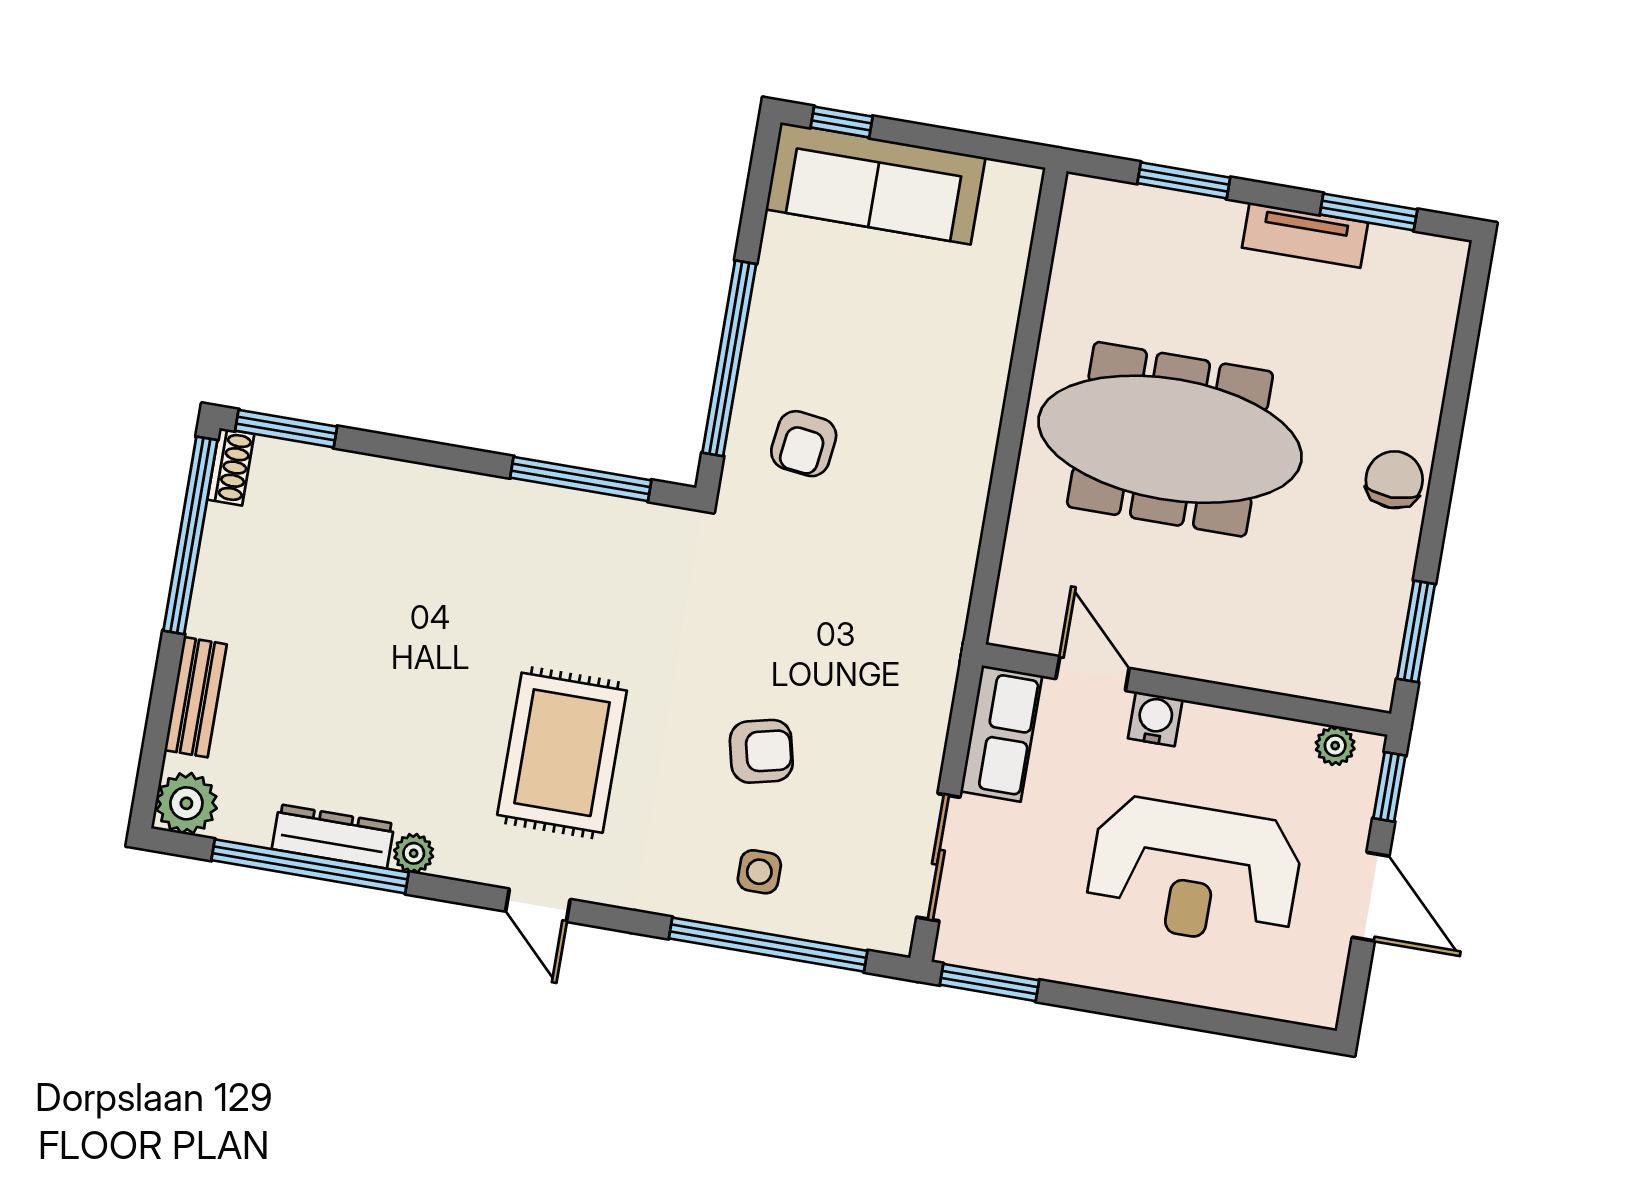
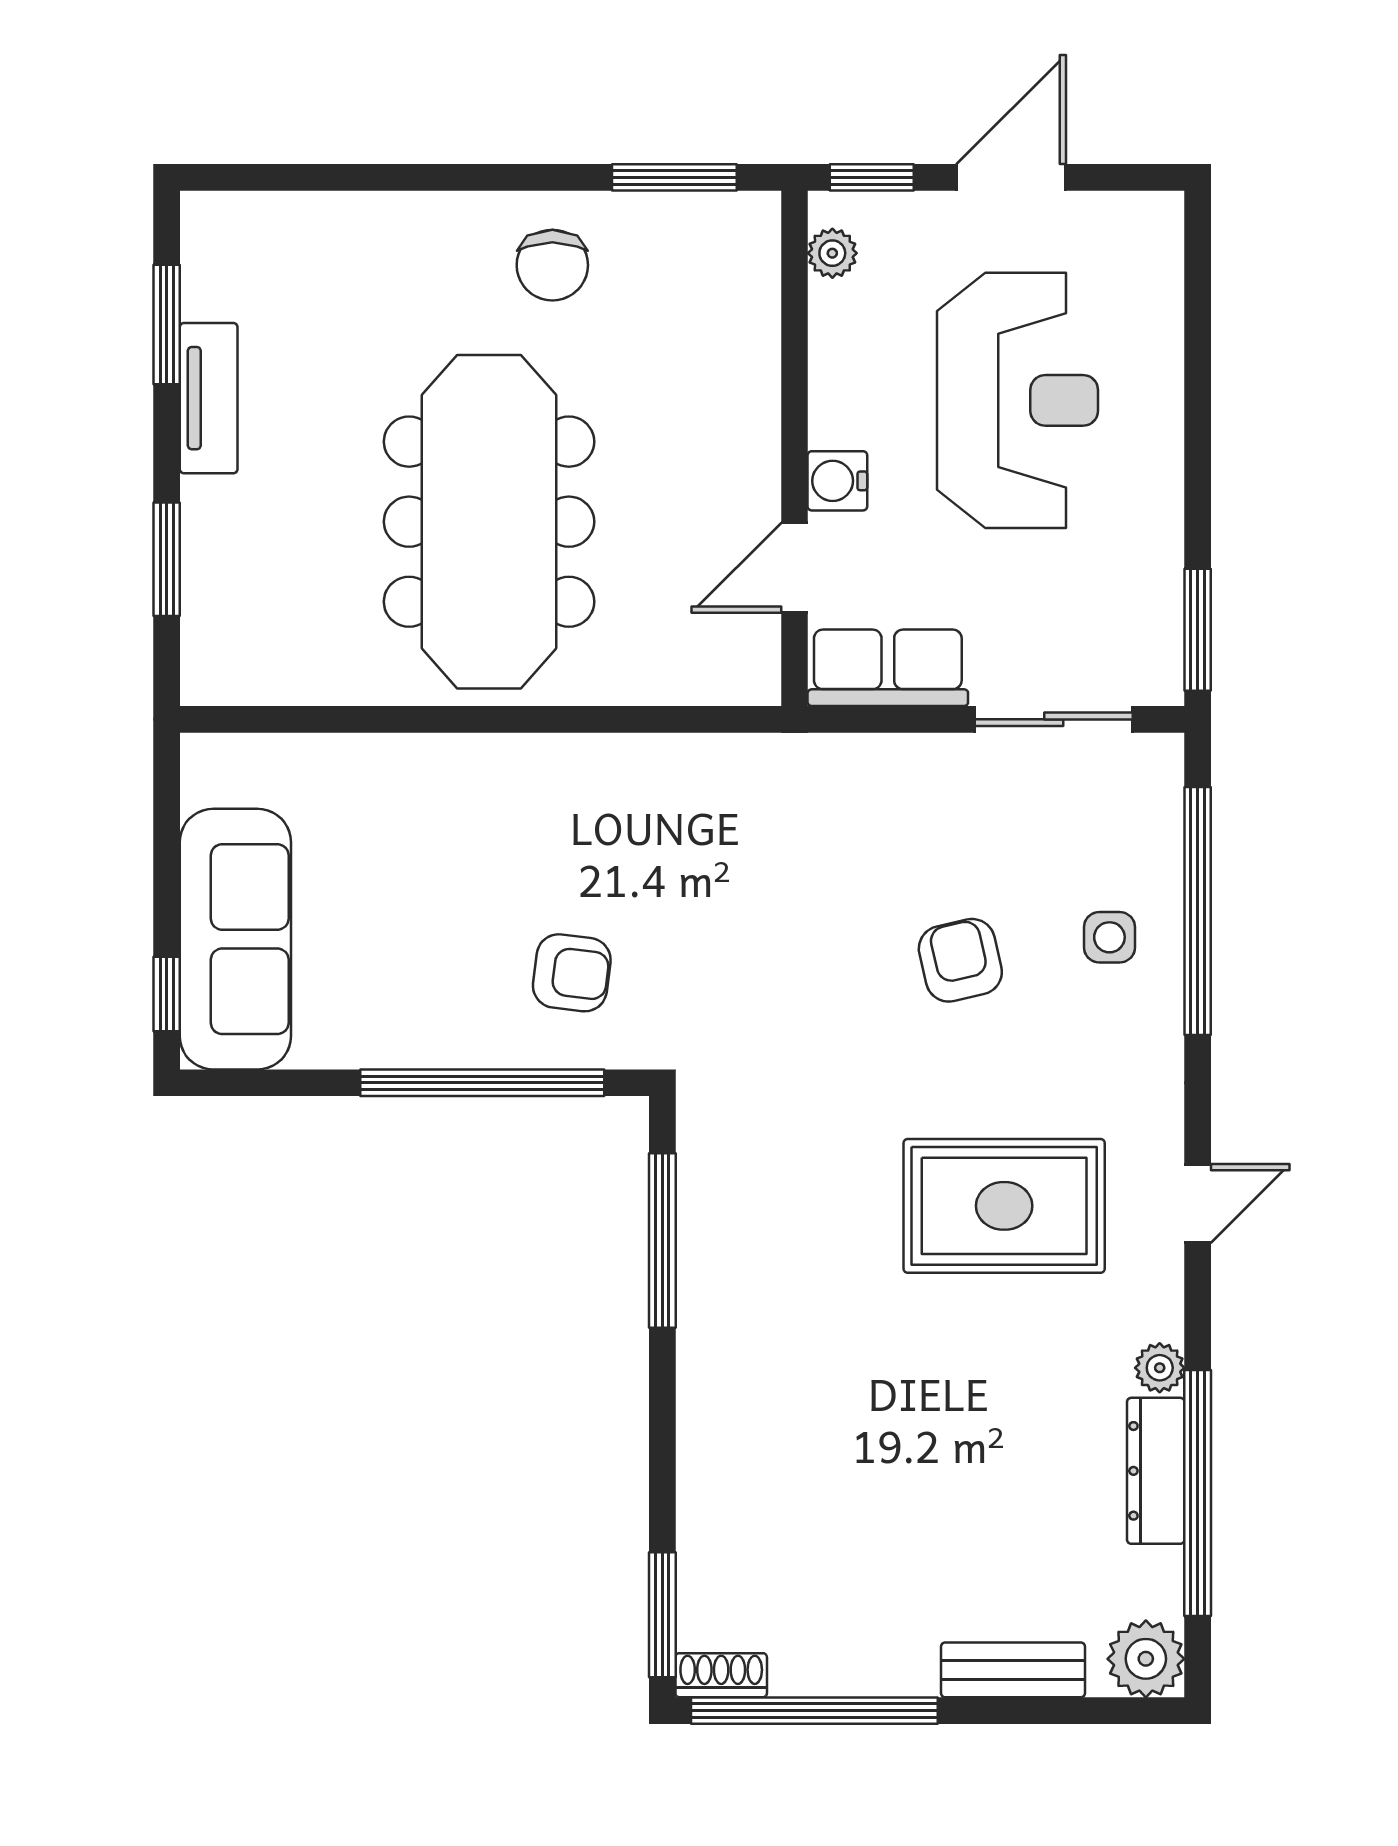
chair: (1394, 480) -> (552, 265), moved, turned -90

